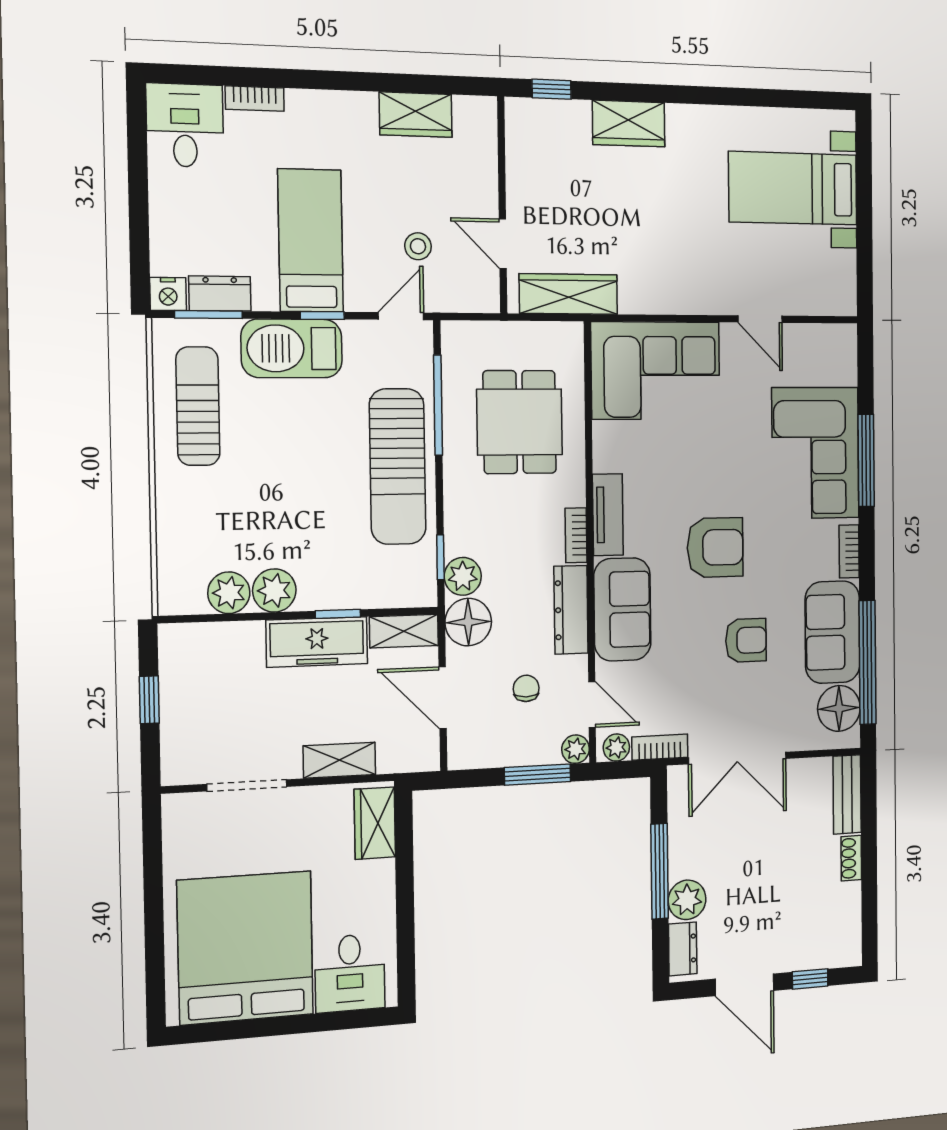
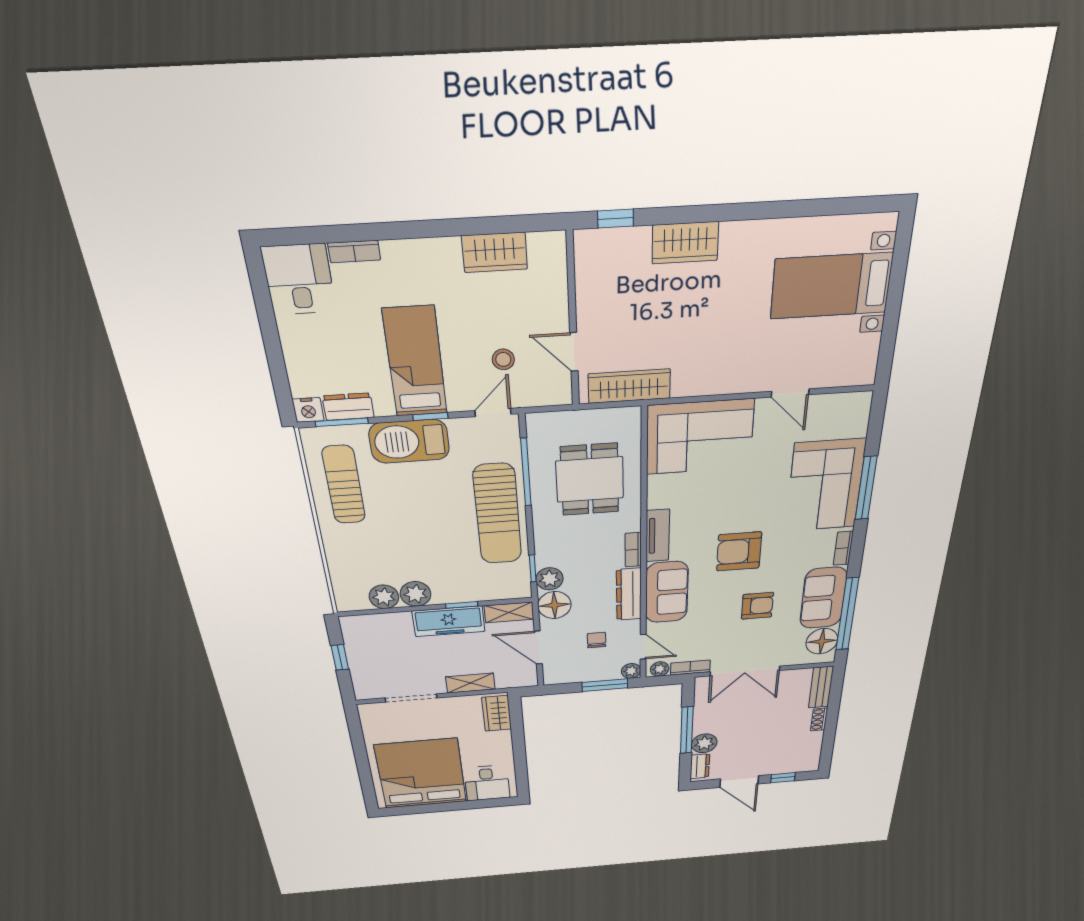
armchair: (715, 547) -> (739, 551), turned 180

